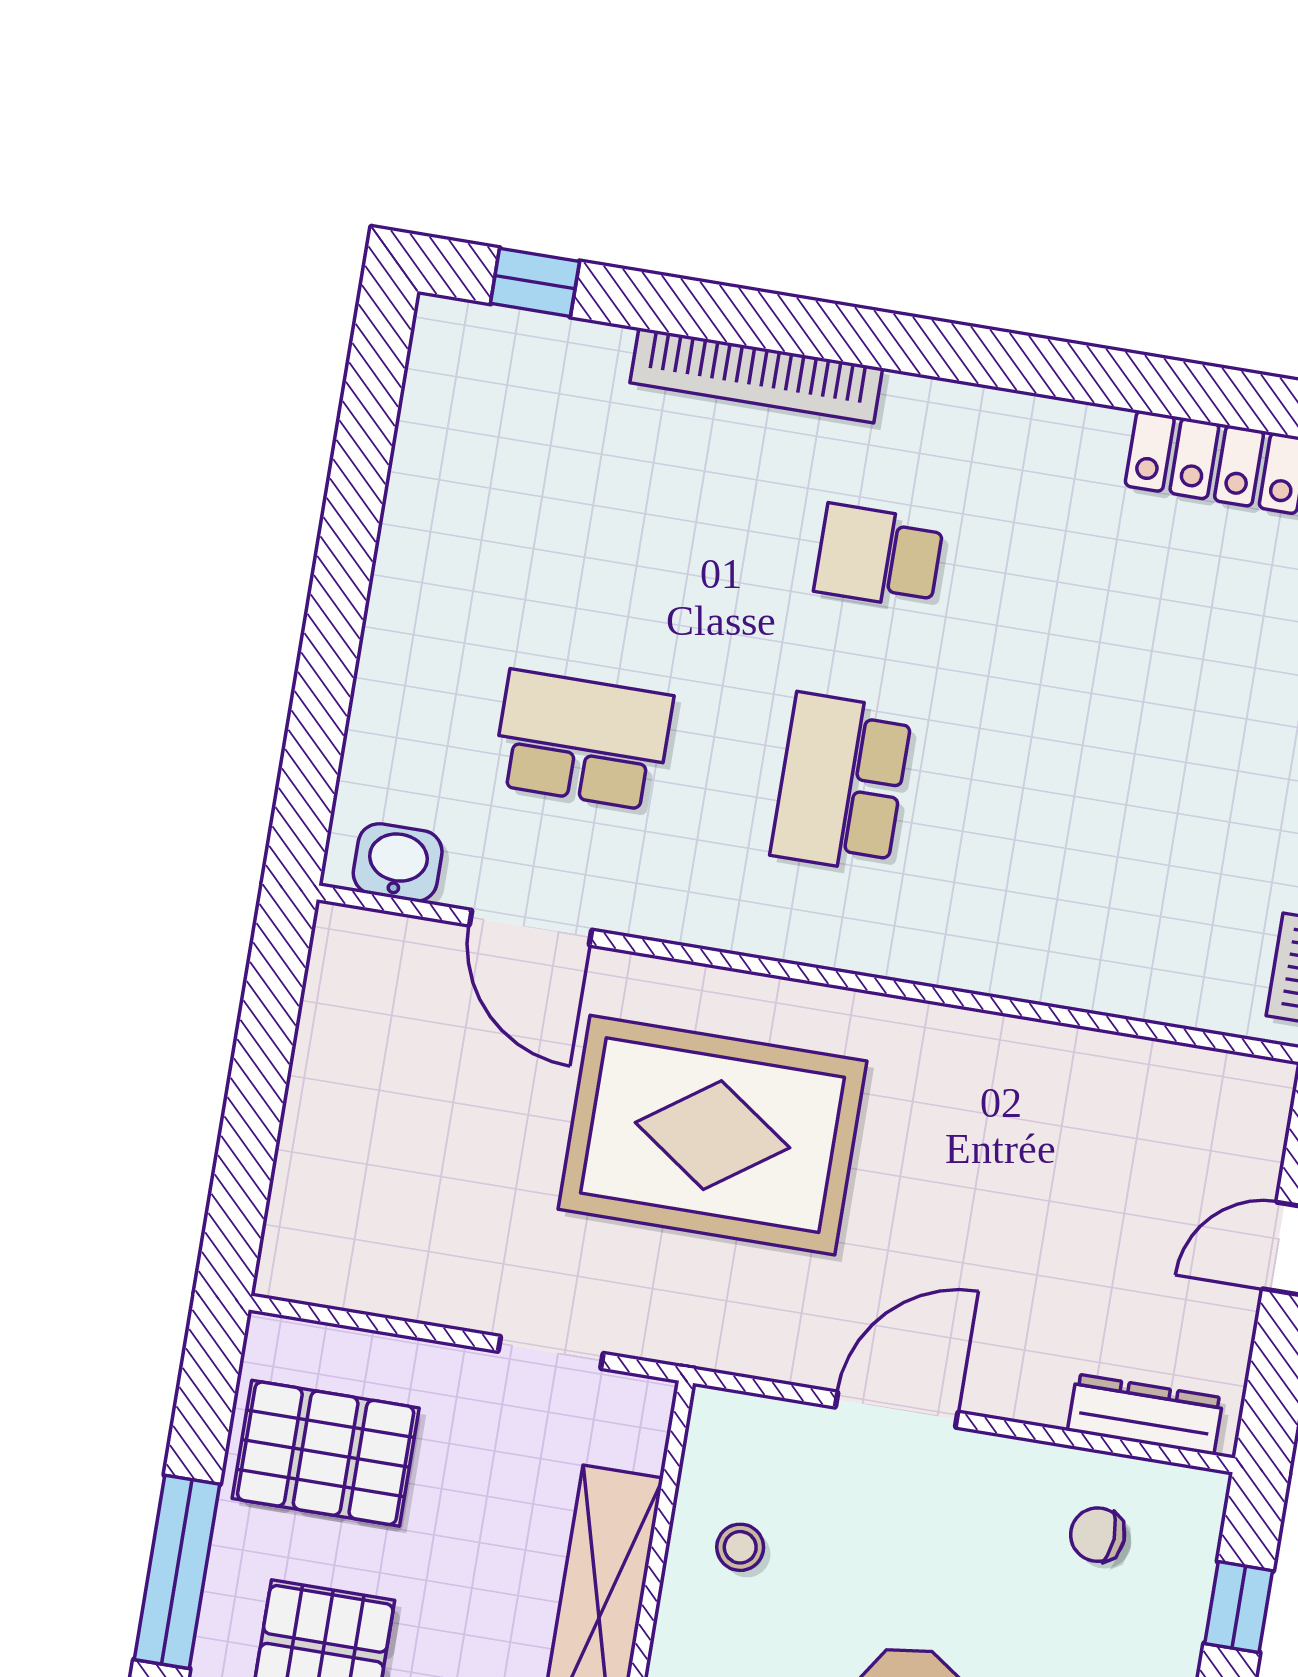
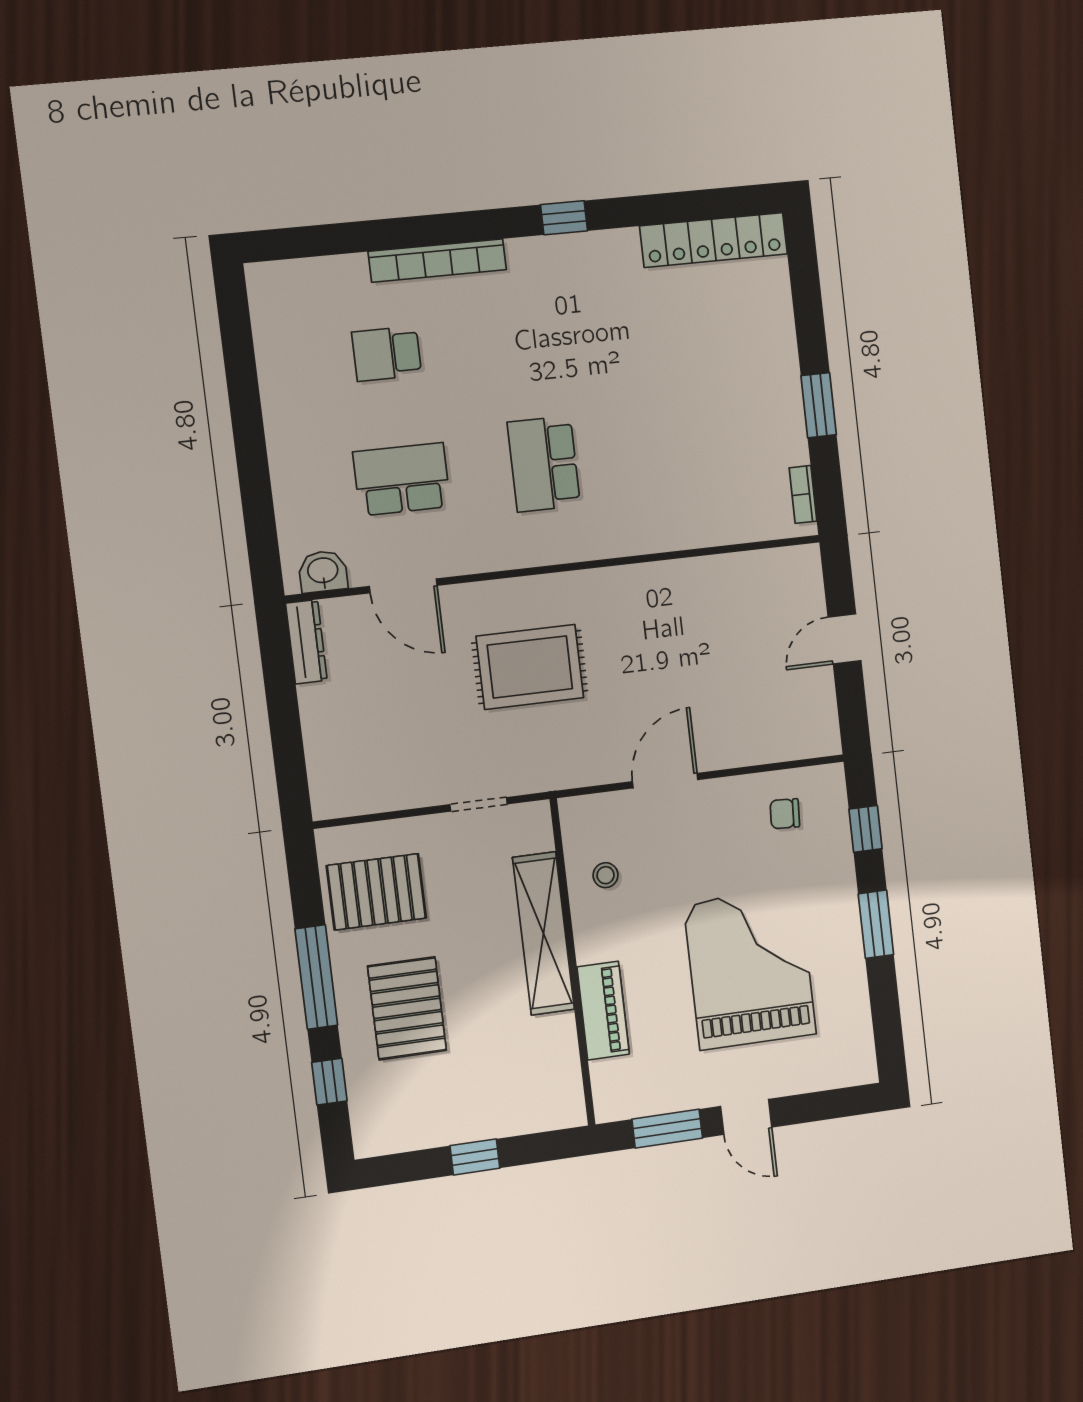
window: (535, 282) -> (564, 218), moved
school desk: (879, 557) -> (387, 354), moved
rug: (712, 1135) -> (530, 667), width x0.73, depth x0.69
dresser: (1145, 1414) -> (306, 642), moved, turned 90

